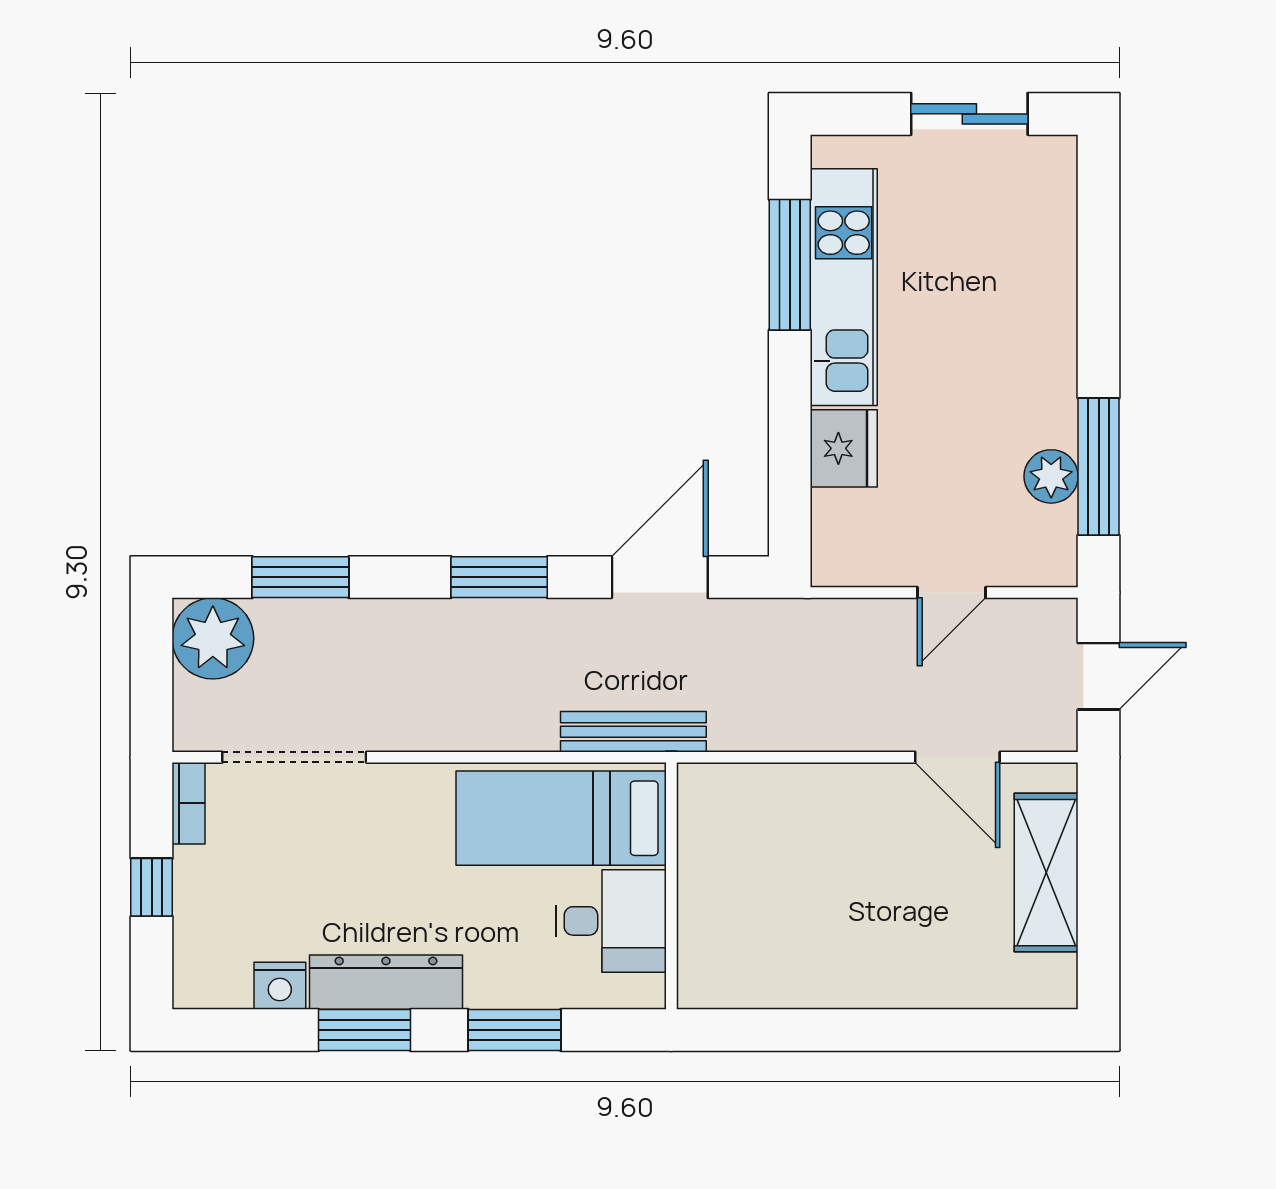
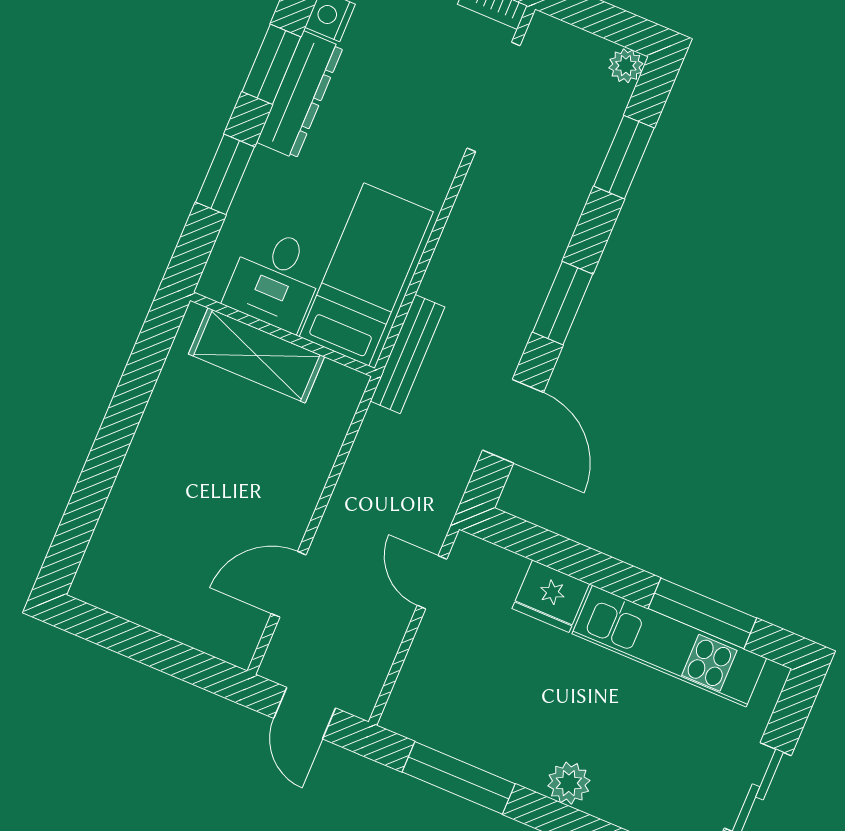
plant: (1051, 476) -> (569, 783), moved
door: (951, 593) -> (432, 582), moved
plant: (213, 638) -> (626, 66), width x0.53, depth x0.53
shelving: (1046, 873) -> (257, 355), moved

